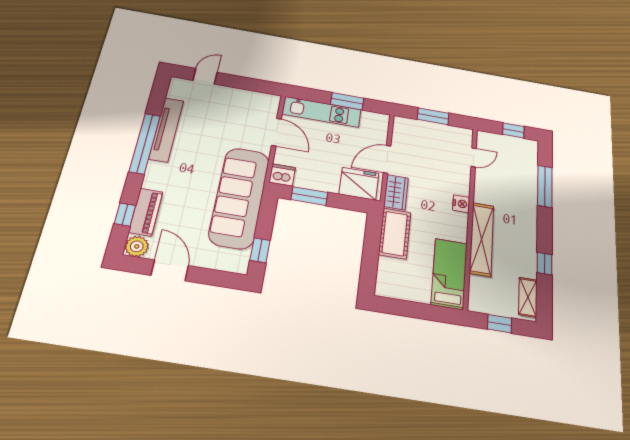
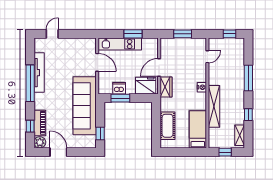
dishwasher: (282, 175) -> (119, 88), moved
window: (545, 186) -> (248, 78), moved
cot: (395, 233) -> (168, 126), moved

